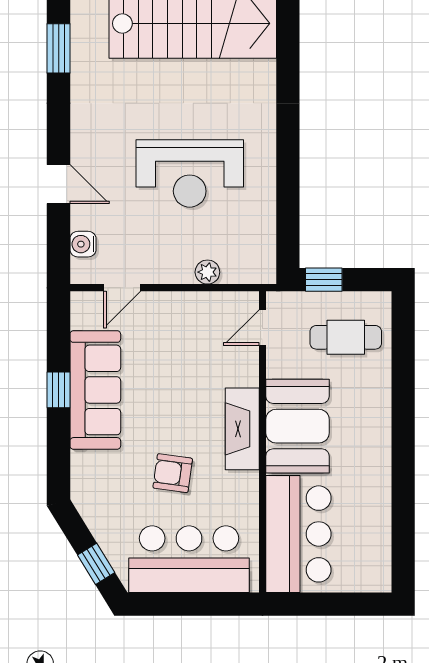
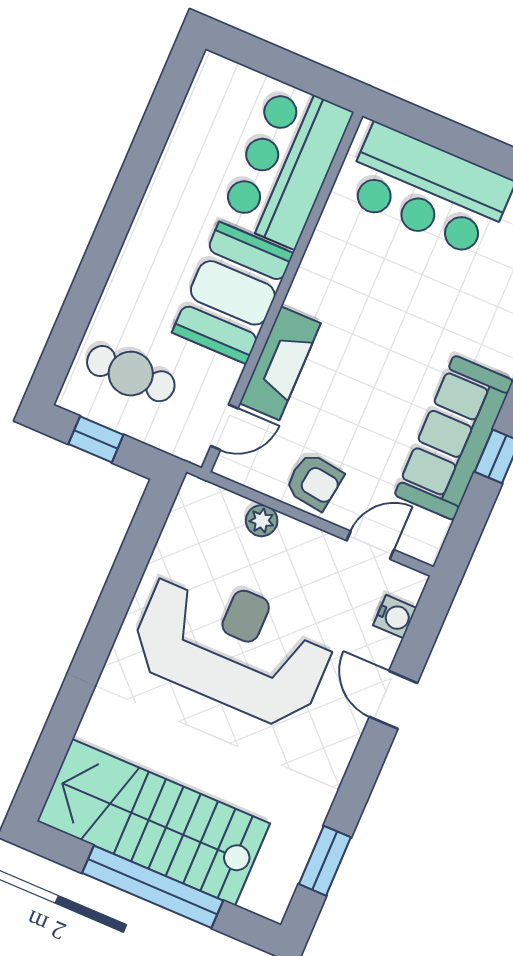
reception desk: (190, 174) -> (233, 646), width x1.36, depth x1.30
window: (324, 280) -> (96, 439), moved
fireplace: (242, 429) -> (280, 363), moved
armchair: (173, 473) -> (314, 482), moved

